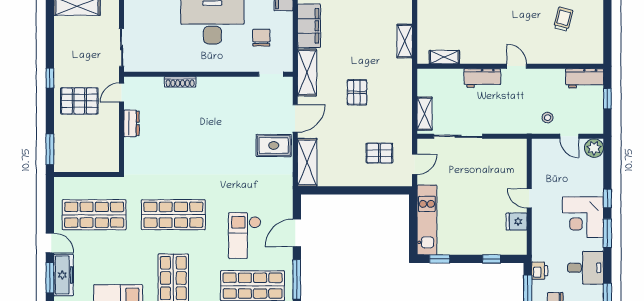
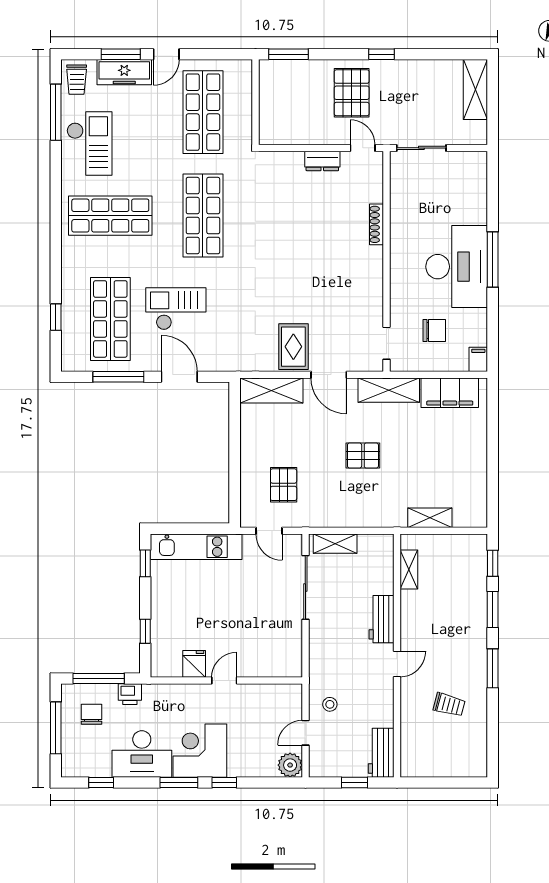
trolley: (563, 19) -> (449, 705), moved
desk: (585, 268) -> (142, 754), width x1.37

